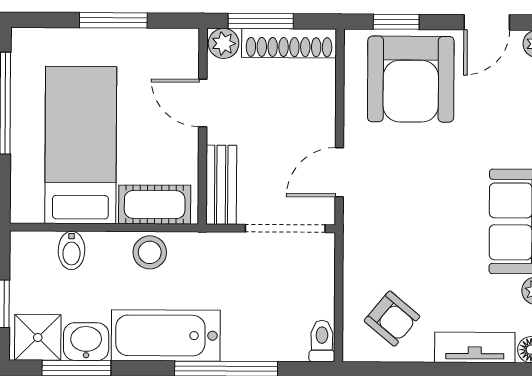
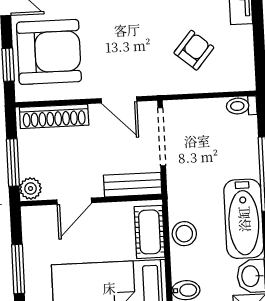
shoe rack: (289, 43) -> (54, 116), moved, turned 90
armchair: (392, 319) -> (194, 50), moved

